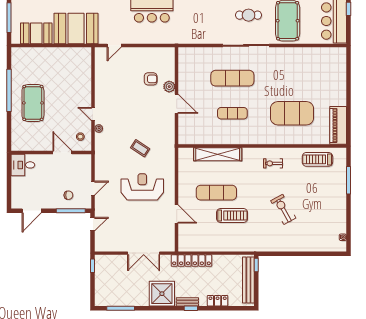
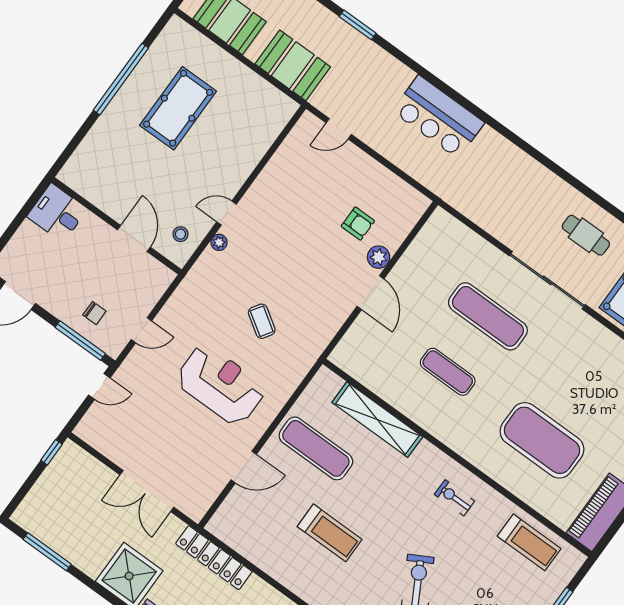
booth: (76, 28) -> (293, 65), width x0.73, depth x0.70
pool table: (33, 103) -> (178, 108), moved
door: (93, 114) -> (227, 213), hinge flipped
treadmill: (317, 159) -> (529, 542), turned 180
exercise mat: (216, 193) -> (316, 448), moved
door: (177, 214) -> (244, 467), hinge flipped

